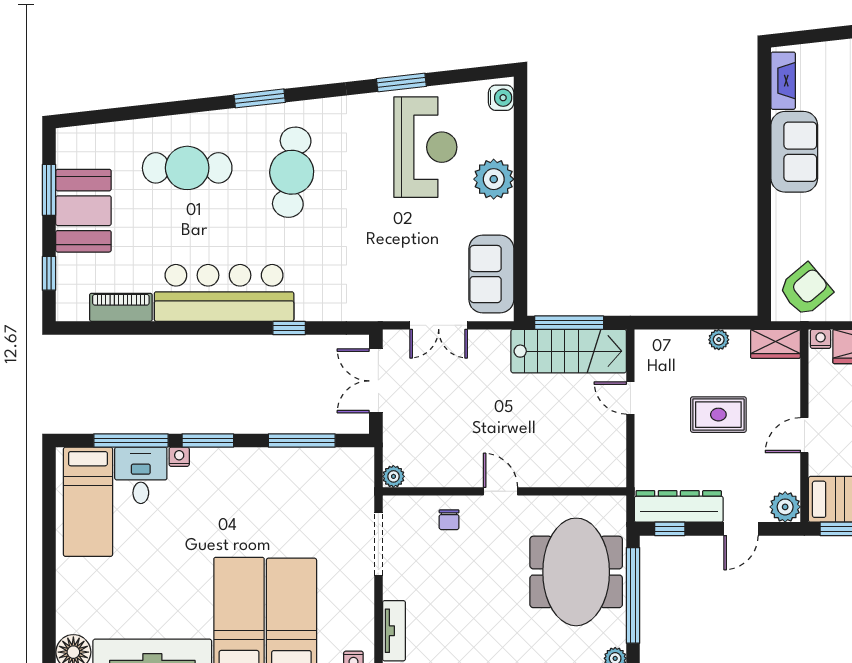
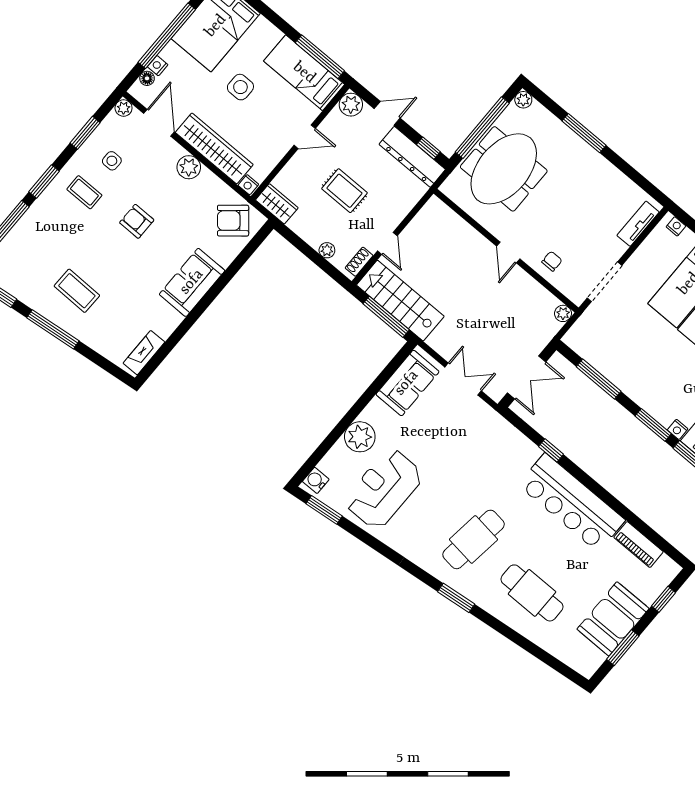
window: (401, 82) -> (324, 510), moved
sofa: (794, 152) -> (192, 282), moved
plant: (719, 340) -> (327, 250), moved
shoe rack: (643, 355) -> (359, 262), added

